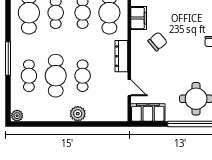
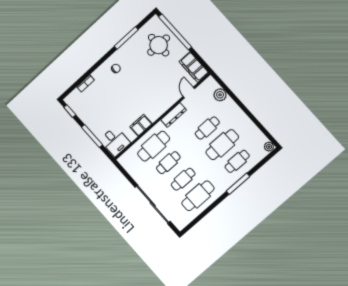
chair: (158, 42) -> (145, 101), removed
plant: (78, 114) -> (220, 95), moved

